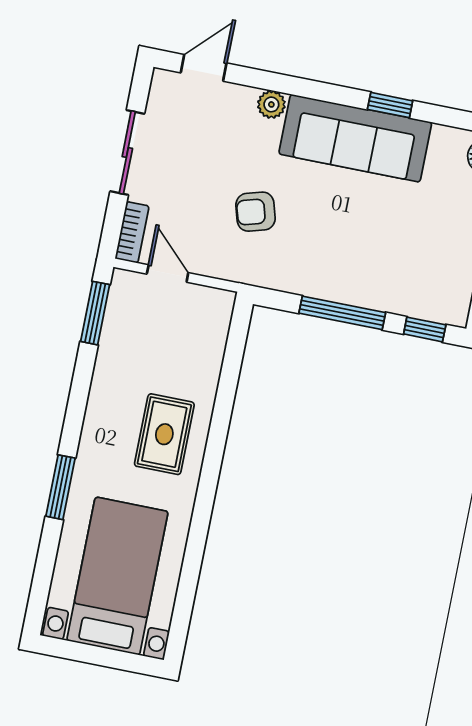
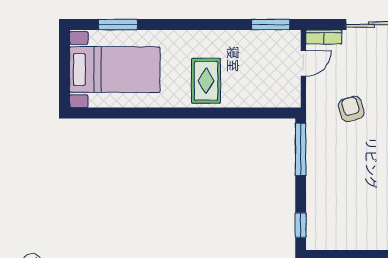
window: (342, 313) -> (301, 149), moved
rug: (164, 434) -> (206, 81), turned 90
window: (60, 487) -> (118, 25), moved

